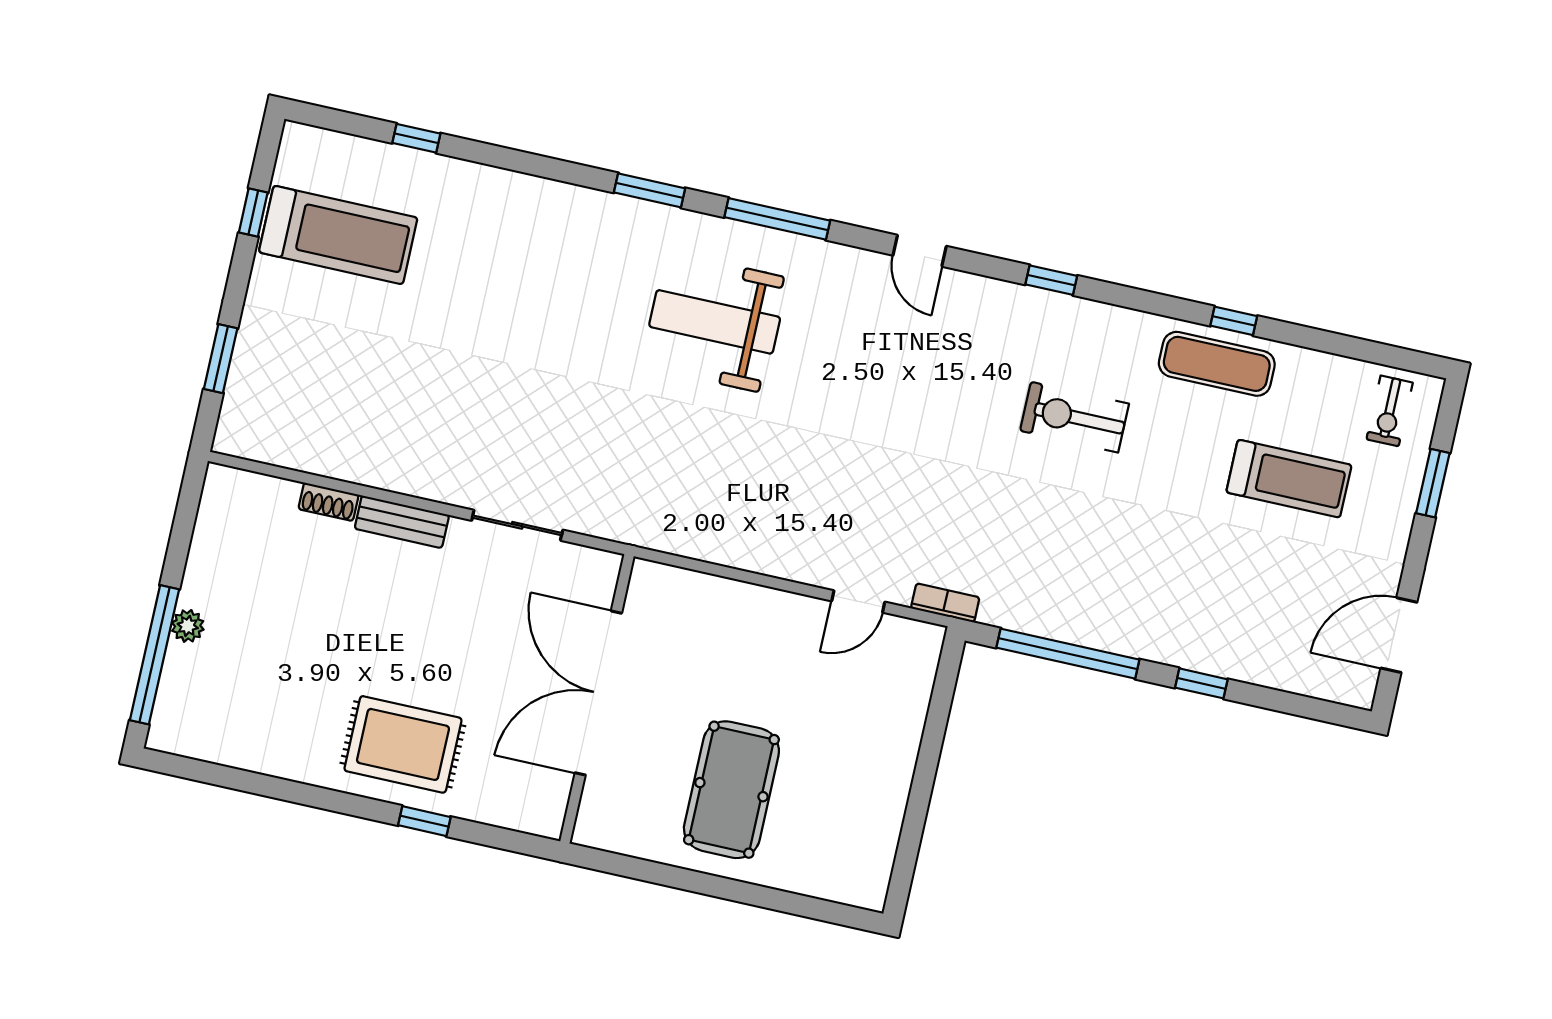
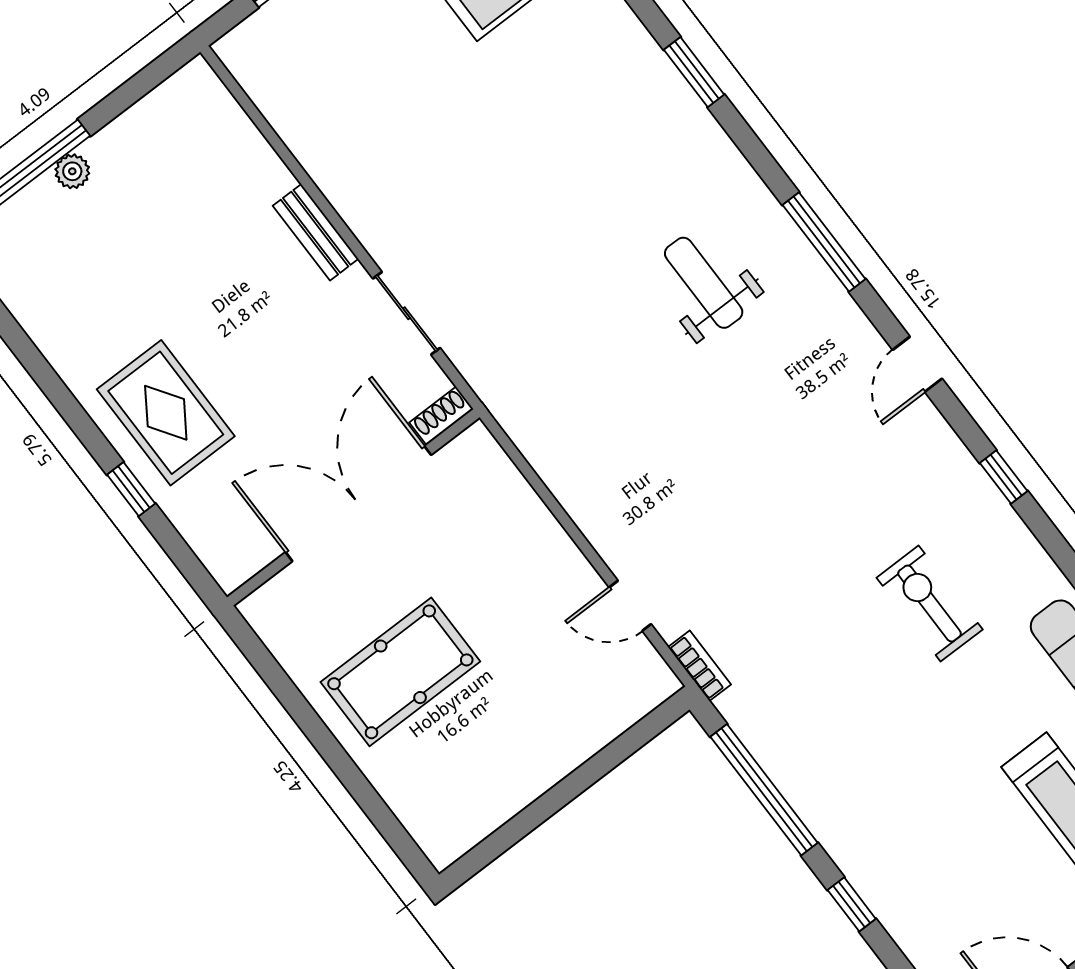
window: (650, 190) -> (694, 72), moved
weight bench: (715, 322) -> (704, 283), width x0.73, depth x0.75
shoe rack: (328, 502) -> (441, 416), moved, turned 90

